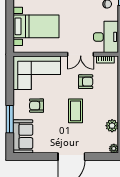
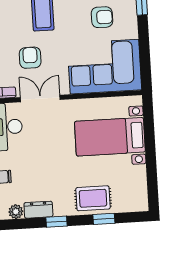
armchair: (86, 82) -> (30, 58), turned 90

